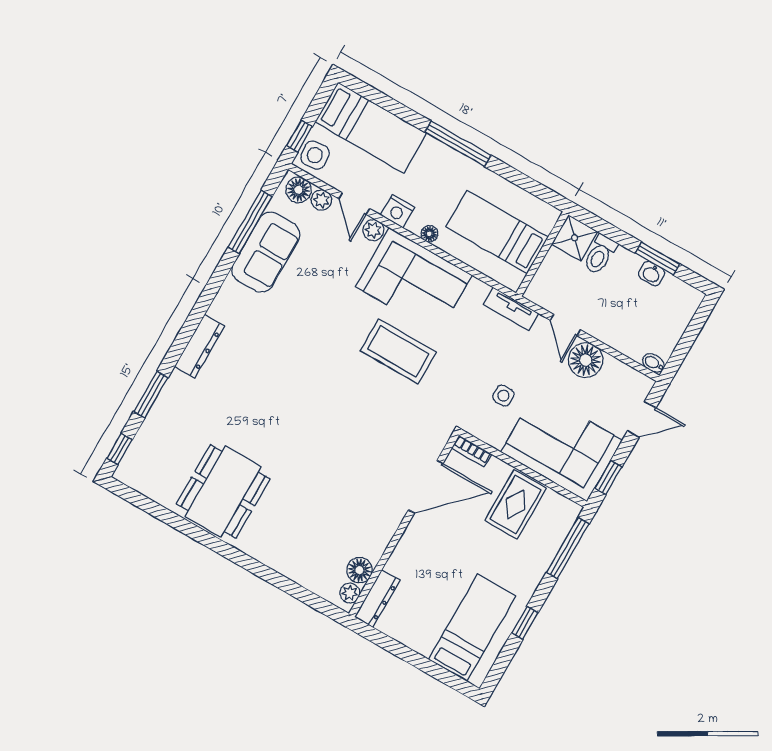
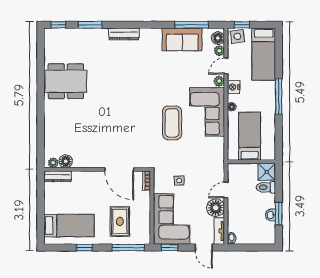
tv unit: (511, 309) -> (219, 231), moved
rug: (516, 504) -> (120, 221), moved, turned 90

